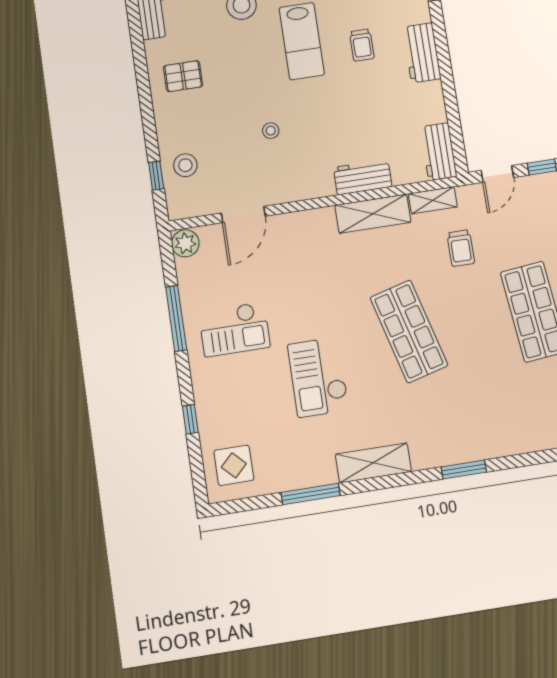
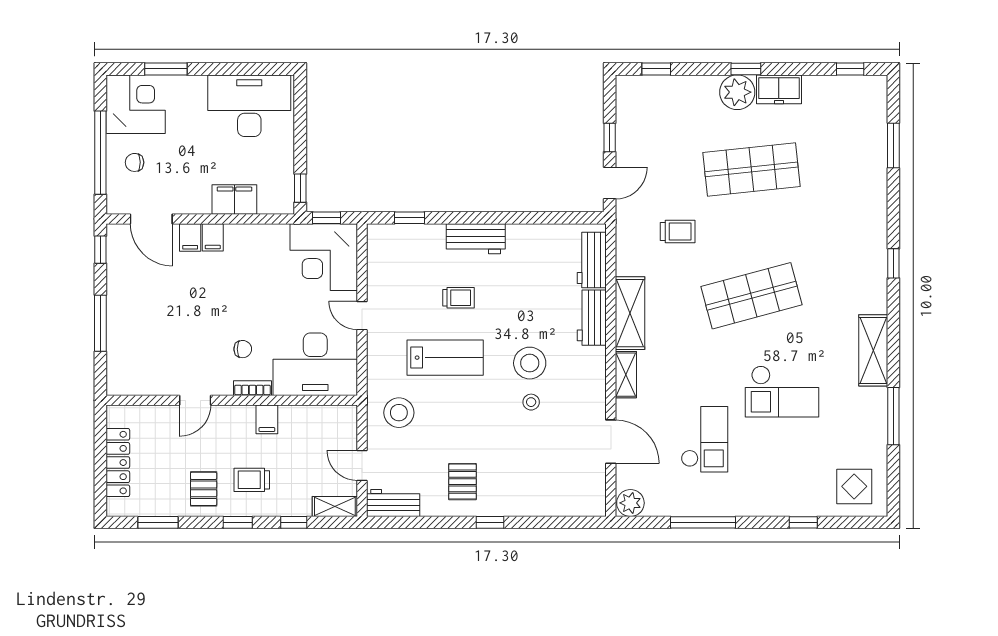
workbench: (439, 152) -> (592, 260), moved, turned 90
stool: (185, 165) -> (530, 363), moved, width x1.38, depth x1.38
door: (497, 174) -> (610, 183), hinge flipped
window: (156, 176) -> (490, 522), moved
shelving: (433, 200) -> (626, 375), moved
checkout: (234, 329) -> (704, 439), moved
window: (464, 469) -> (893, 263), width x0.67

